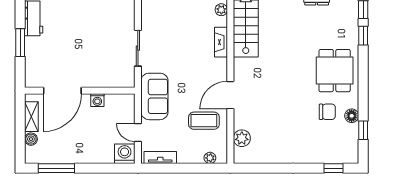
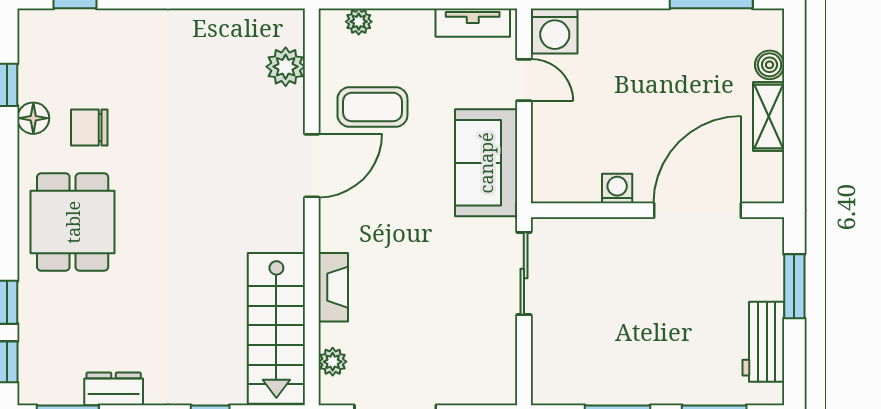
door: (62, 91) -> (697, 210), moved
wall: (80, 91) -> (657, 210), moved
washing machine: (97, 100) -> (617, 189), moved

